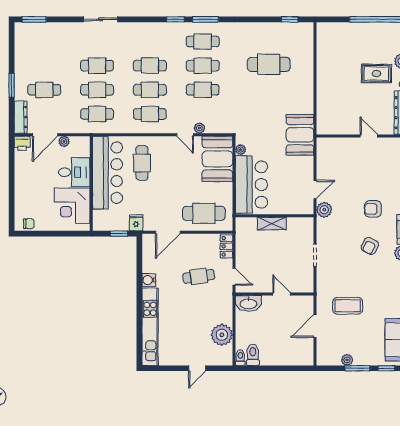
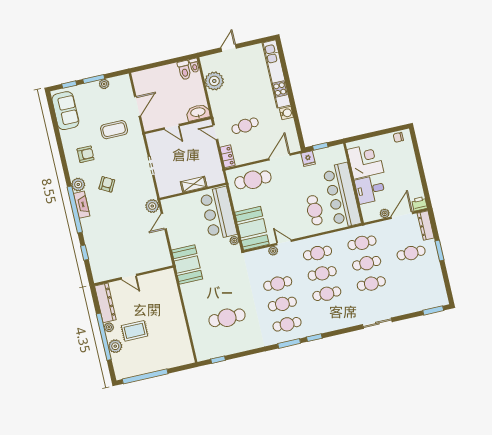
armchair: (373, 209) -> (86, 154), moved

